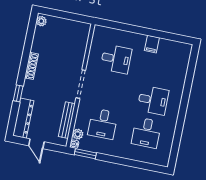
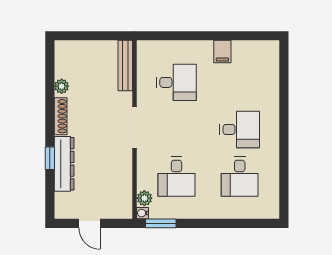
plant: (41, 21) -> (62, 86), moved
dresser: (23, 118) -> (64, 164), moved
bench: (67, 120) -> (125, 66), moved

